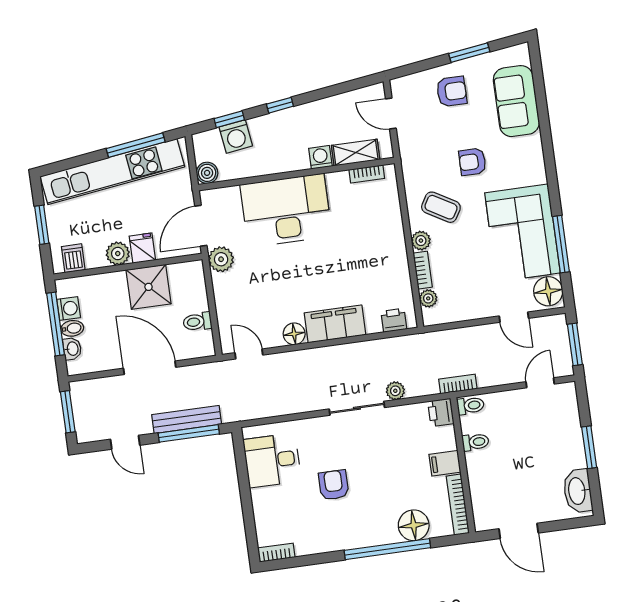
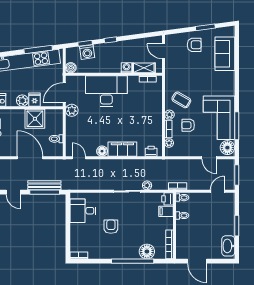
armchair: (472, 162) -> (188, 125), moved
filing cabinet: (445, 463) -> (166, 211), moved

